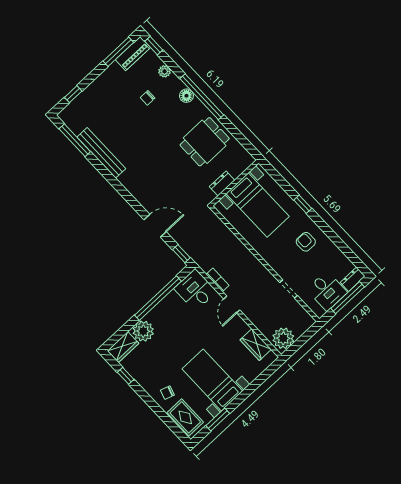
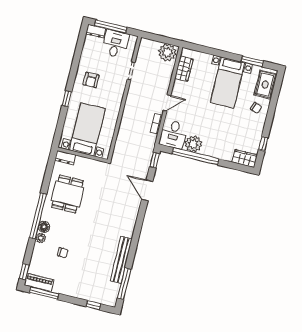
plant: (165, 71) -> (41, 238), moved
dining table: (205, 142) -> (68, 194), turned 90
dresser: (222, 183) -> (65, 158), moved
plant: (143, 331) -> (193, 144), moved

